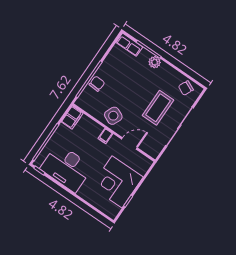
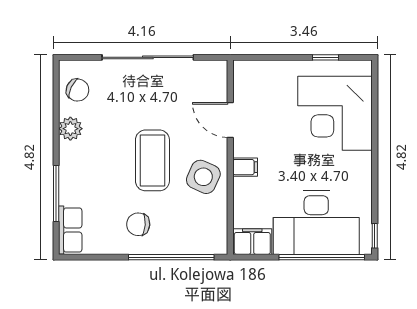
plant: (155, 62) -> (70, 129), moved
chair: (97, 84) -> (138, 224), moved
coffee table: (158, 108) -> (152, 160), moved, turned 90
desk: (66, 168) -> (316, 222), moved, turned 90
corner desk: (117, 182) -> (335, 113), moved, turned 90

